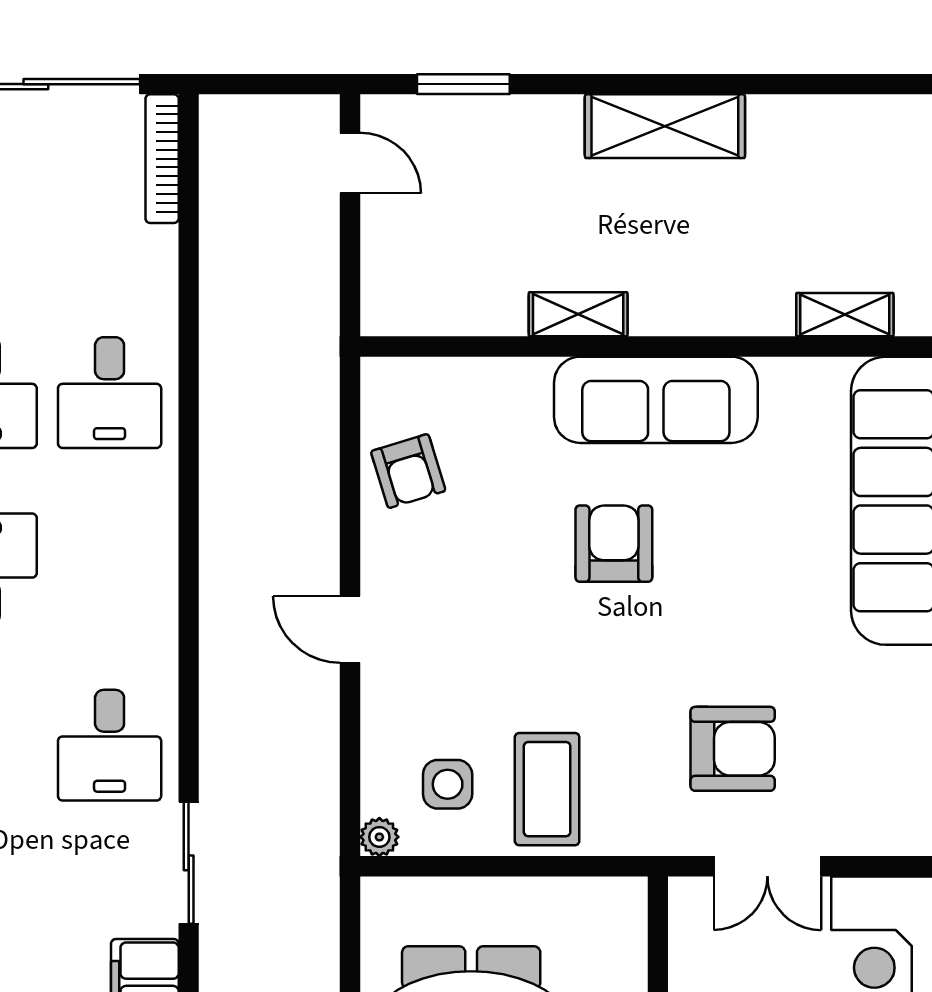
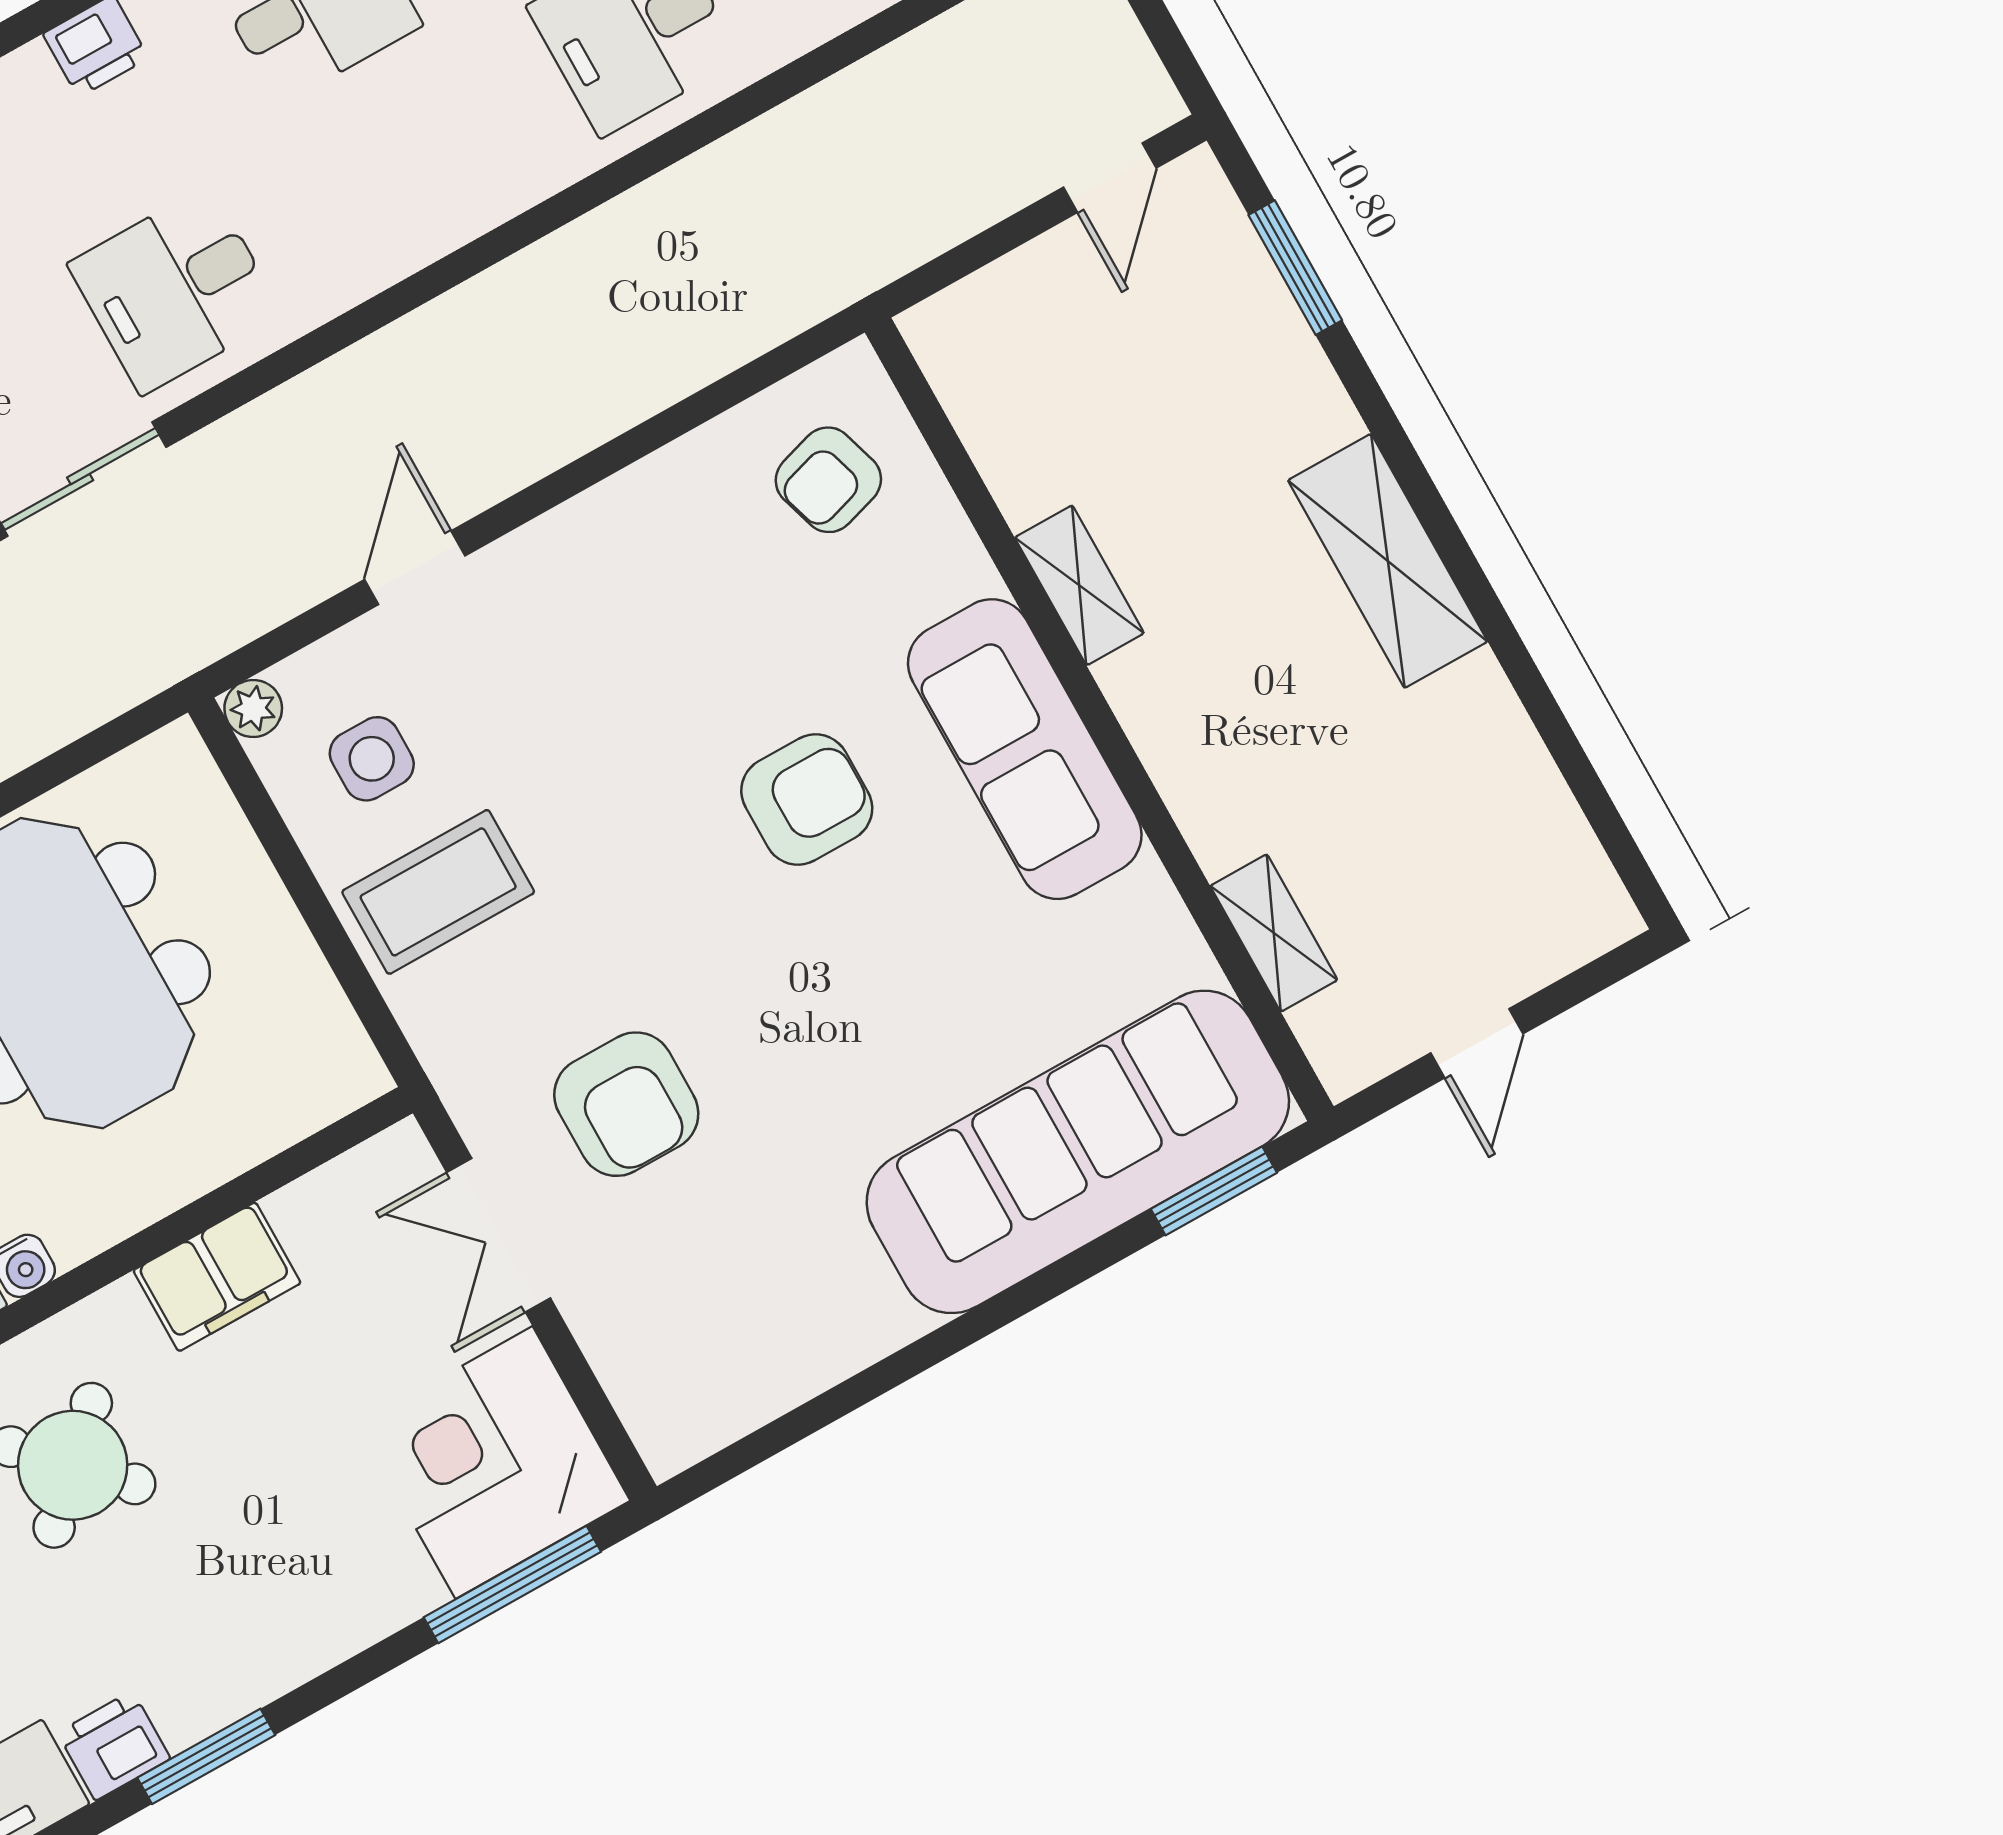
armchair: (408, 471) -> (828, 480), moved
door: (350, 629) -> (415, 568), moved

